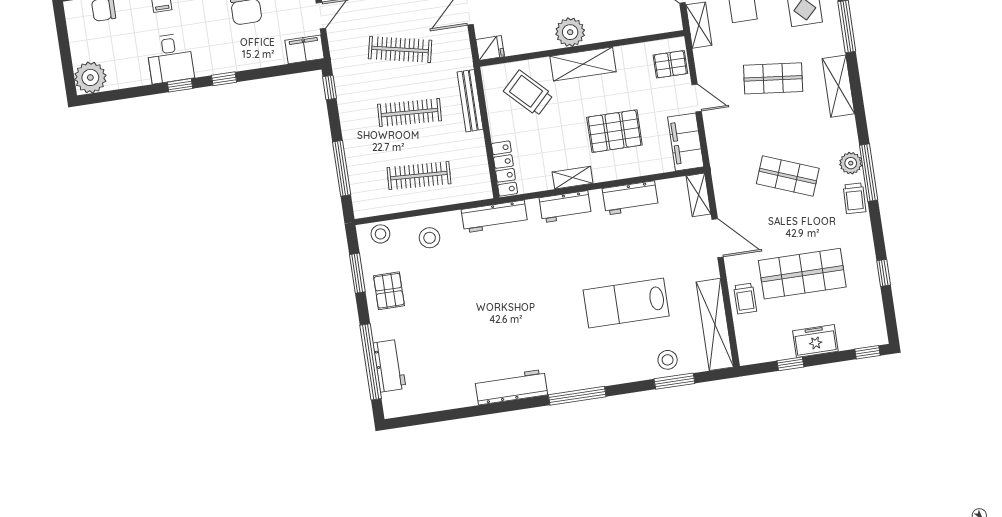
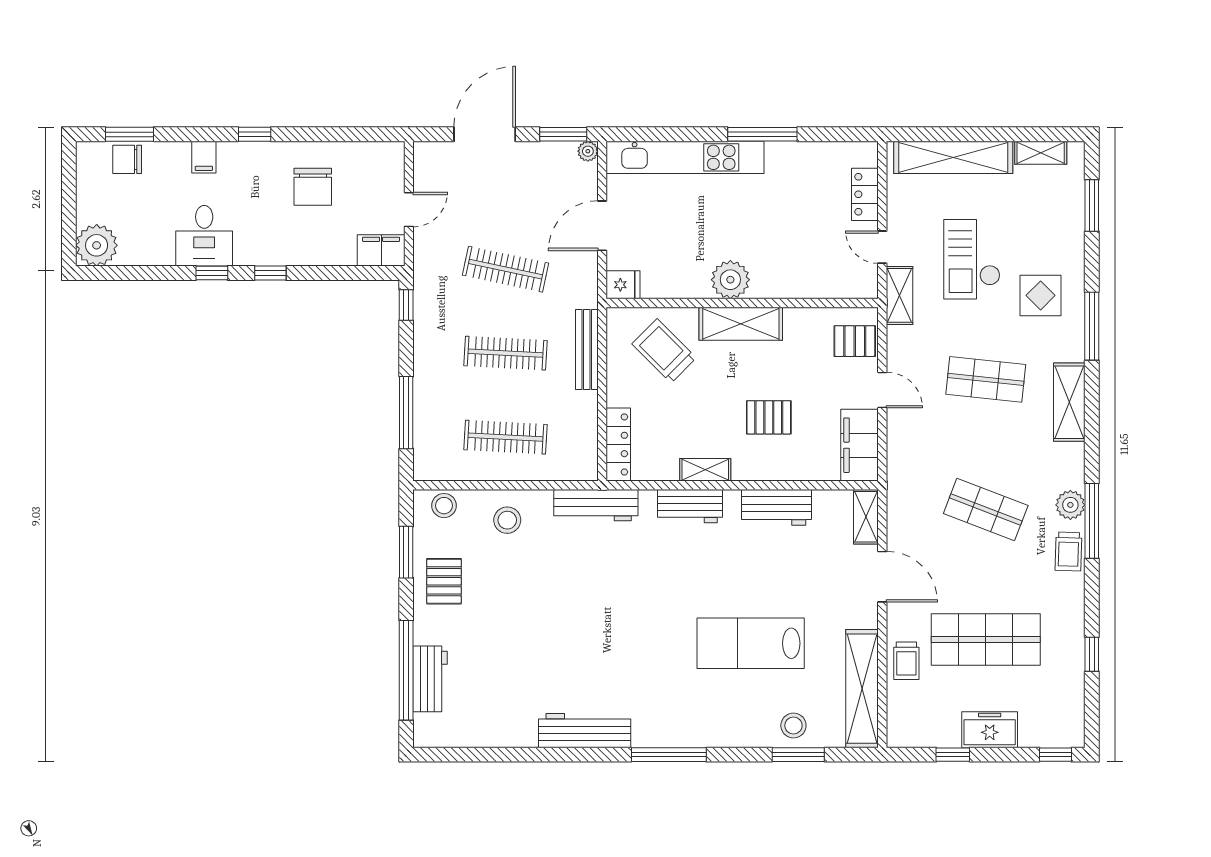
pallet: (614, 131) -> (769, 417), width x0.67, depth x0.71

